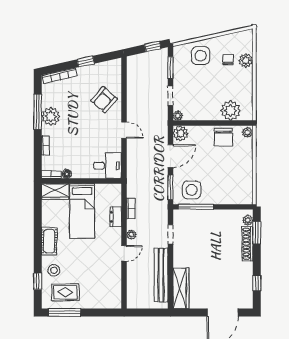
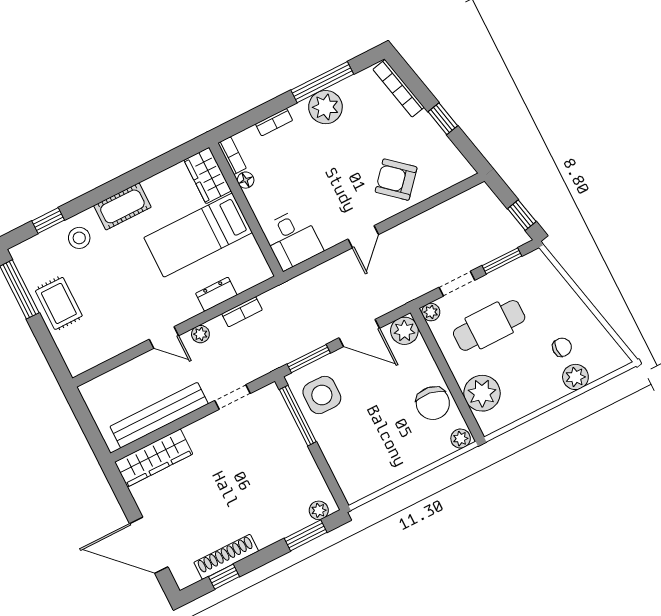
side table: (201, 56) -> (546, 300), removed
cafe table: (199, 90) -> (489, 325), added
chair: (223, 137) -> (433, 403), turned -82
shoe rack: (248, 244) -> (226, 557), moved
rug: (65, 292) -> (59, 303), moved

